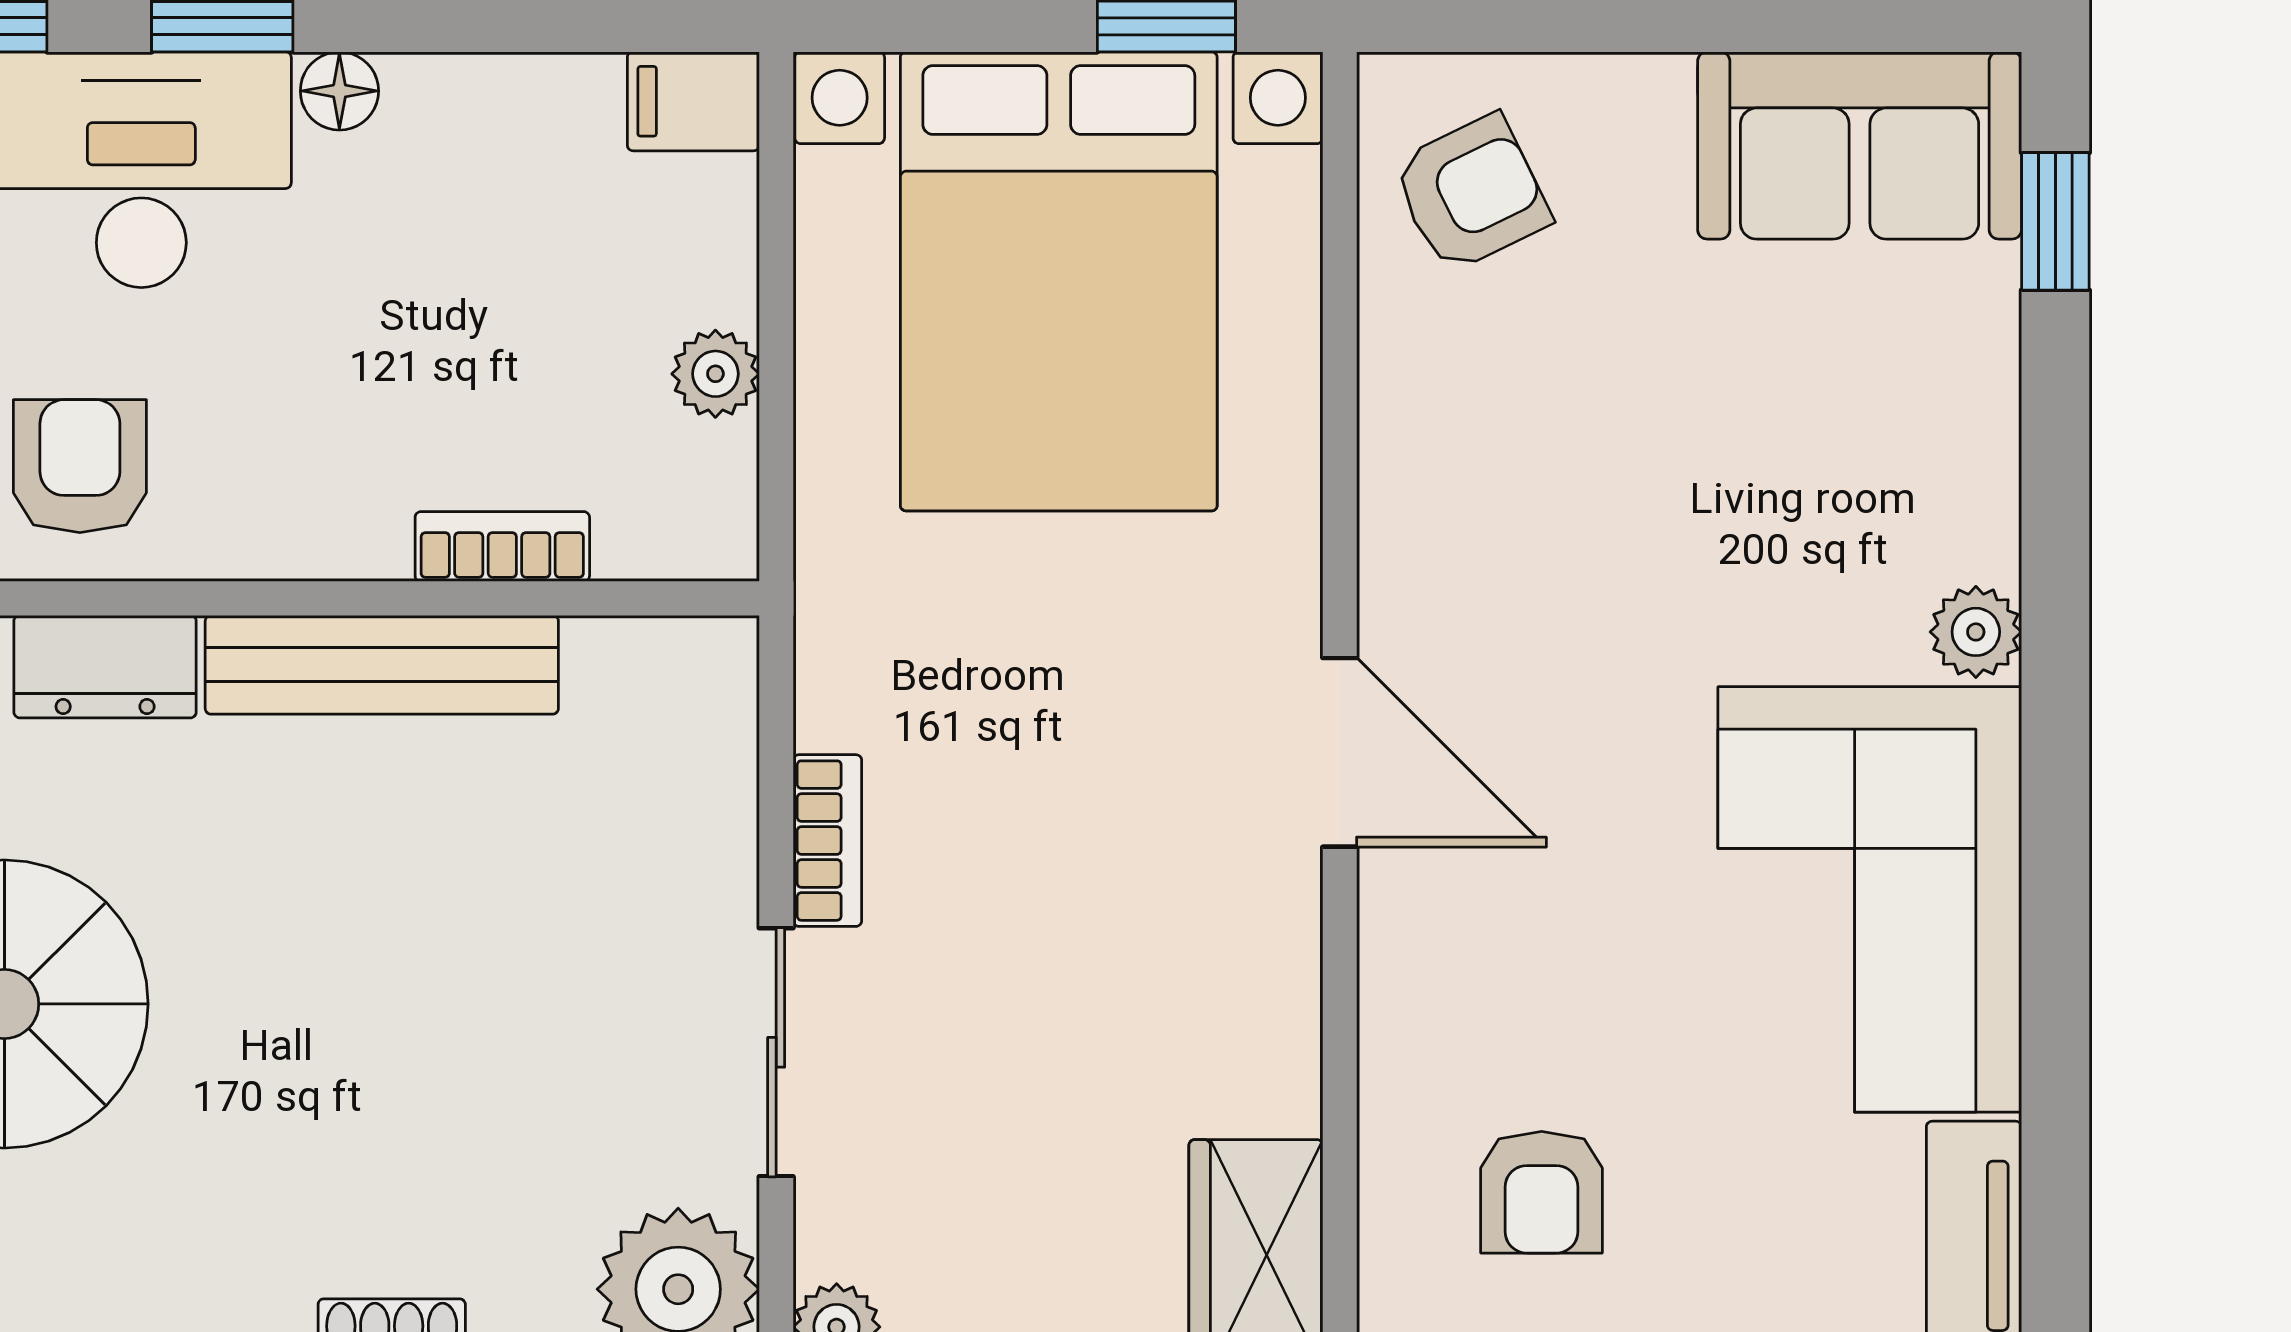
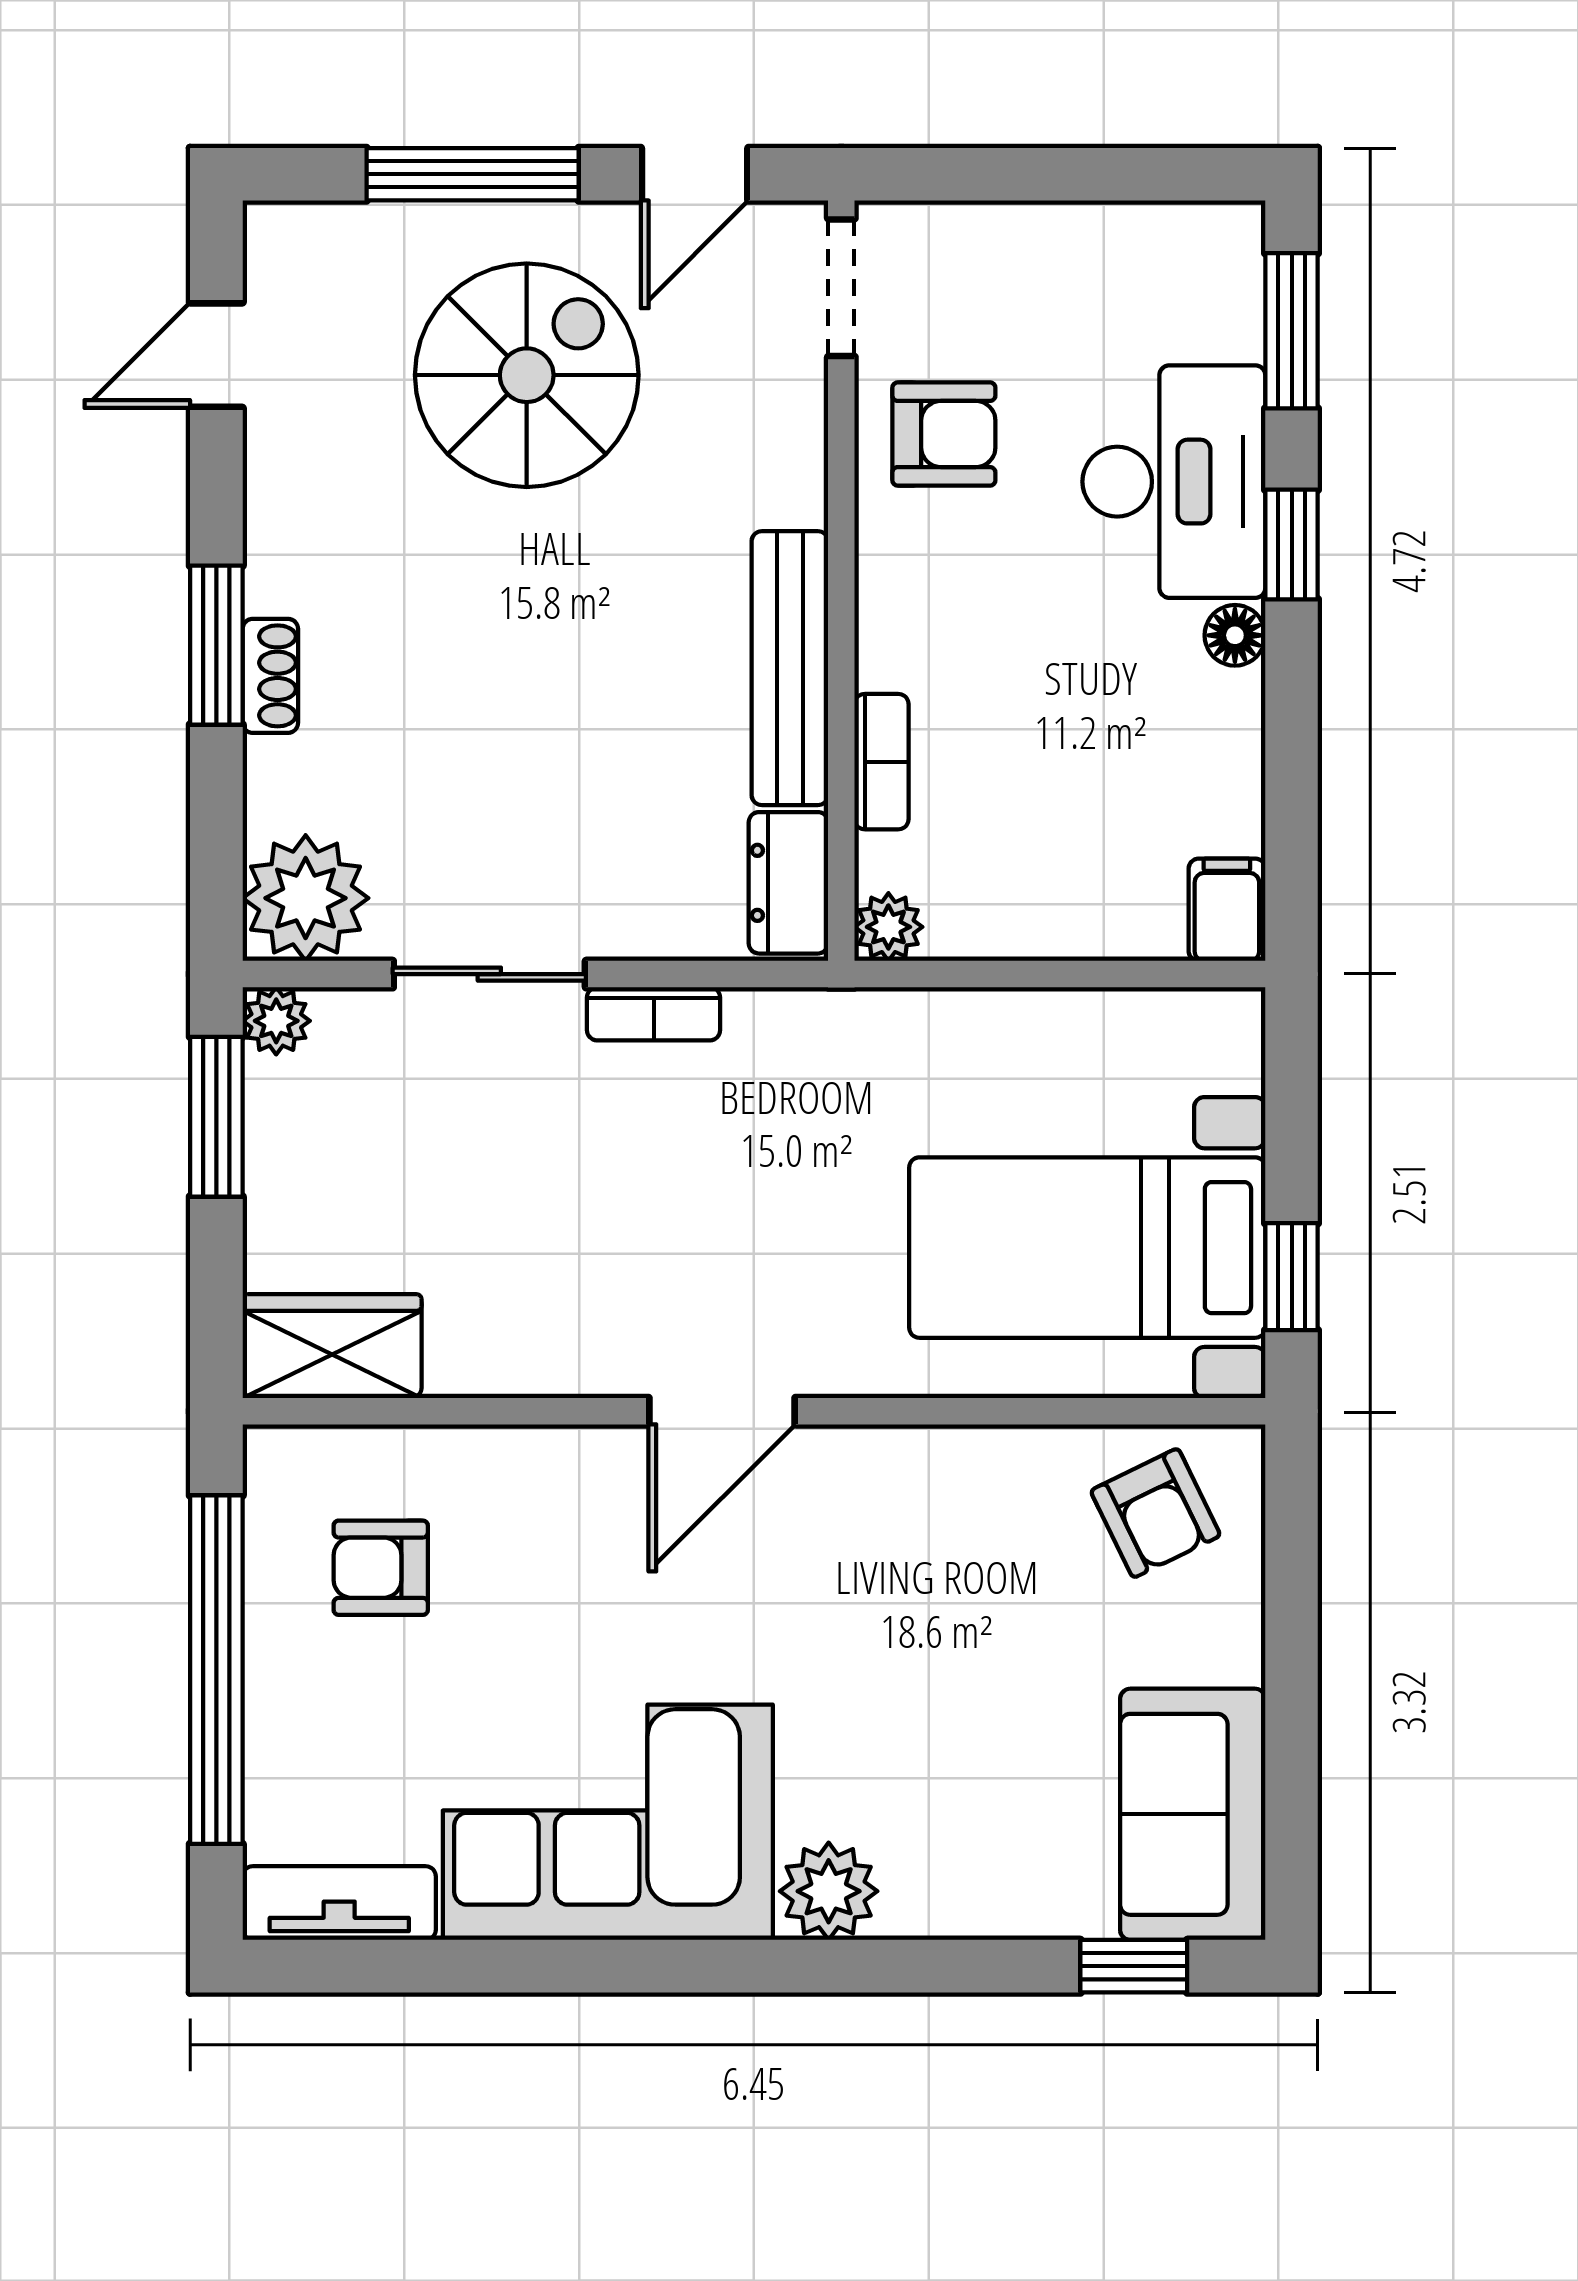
bed with nightstands: (1059, 281) -> (1087, 1248), width x0.73
plant: (715, 374) -> (888, 927), moved
plant: (1976, 632) -> (829, 1891), width x1.38, depth x1.38
dresser: (105, 667) -> (788, 883), moved

